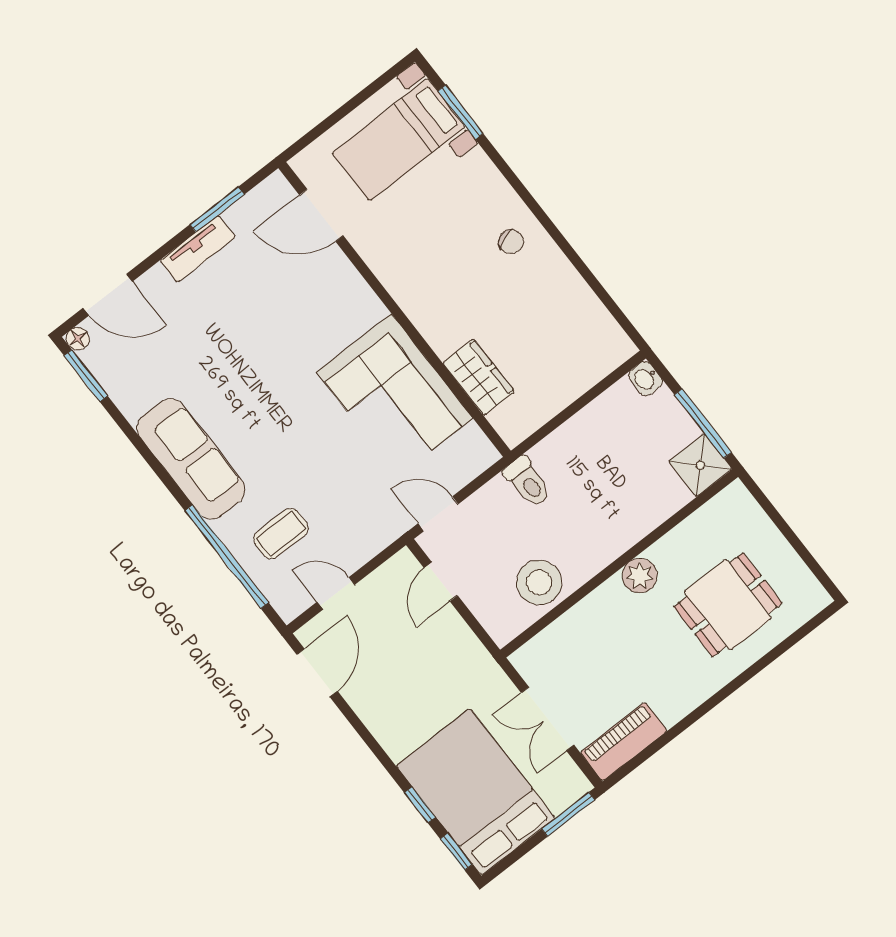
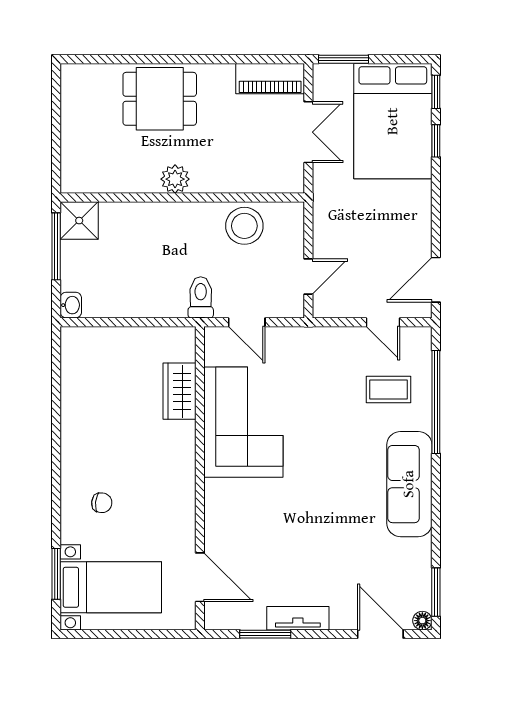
chair: (511, 242) -> (102, 503), moved, turned 119
door: (438, 514) -> (247, 322), moved
dining table: (728, 605) -> (160, 99), moved

